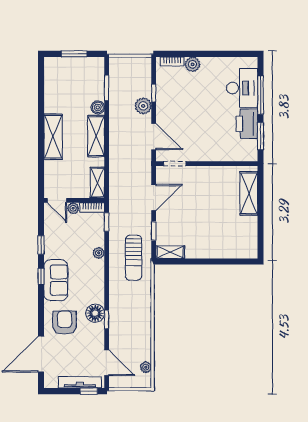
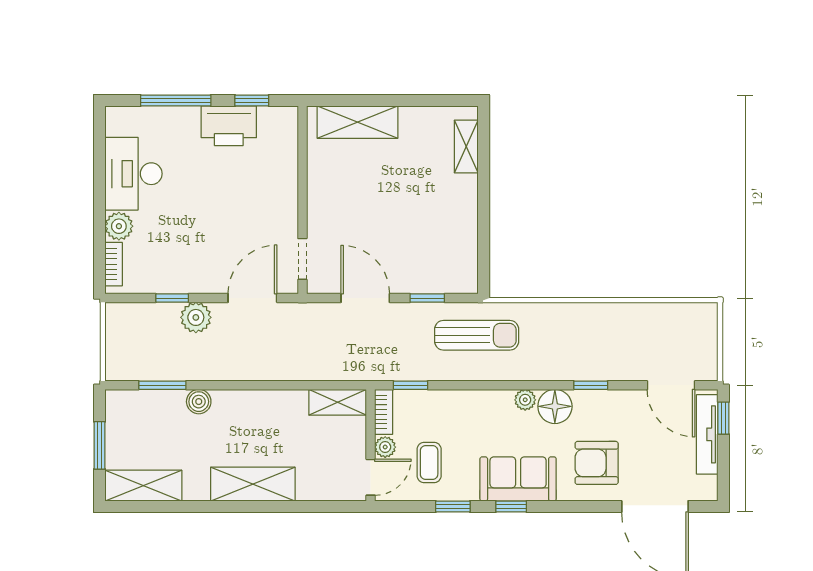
desk: (242, 88) -> (133, 174), moved, turned -90
shelving: (96, 136) -> (143, 486), moved
window: (260, 136) -> (252, 100), width x0.67
coffee table: (65, 232) -> (429, 463), added
shelving: (170, 252) -> (466, 146), moved
plant: (99, 253) -> (525, 400), moved
floor lamp: (95, 313) -> (555, 406), moved
door: (107, 363) -> (671, 385), swing flipped
plant: (146, 367) -> (679, 312), removed

